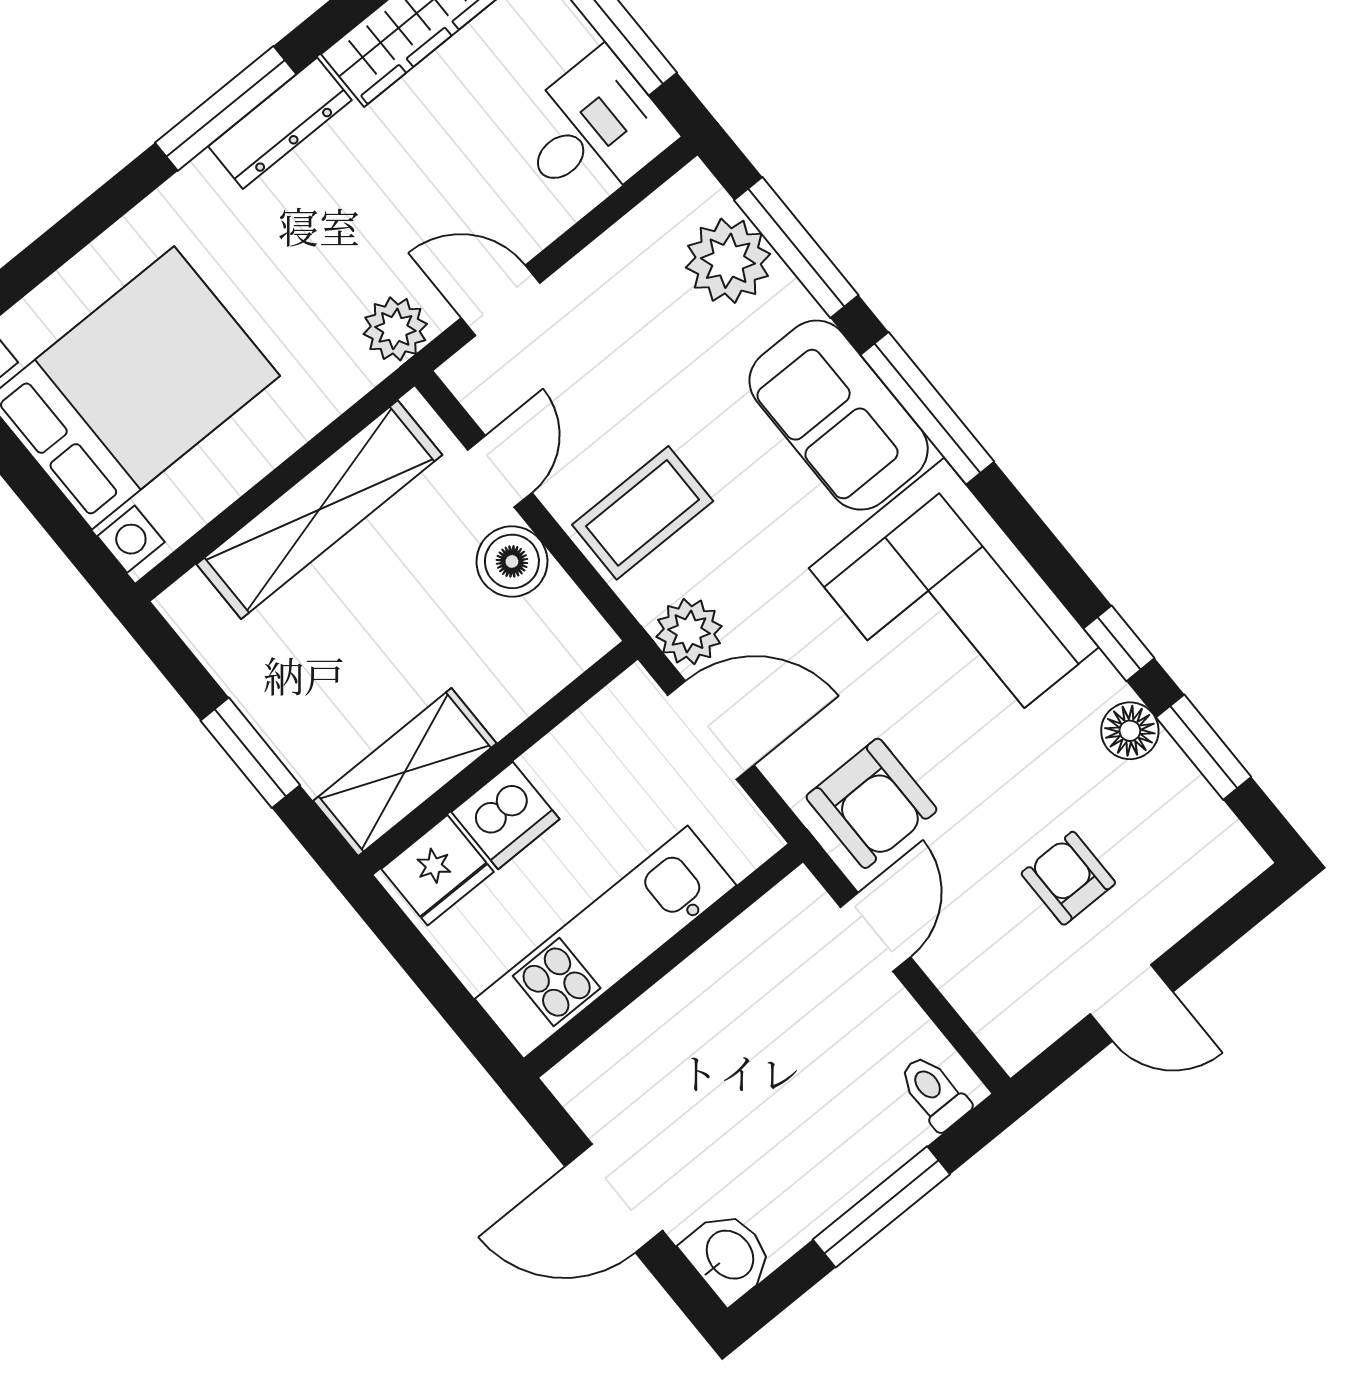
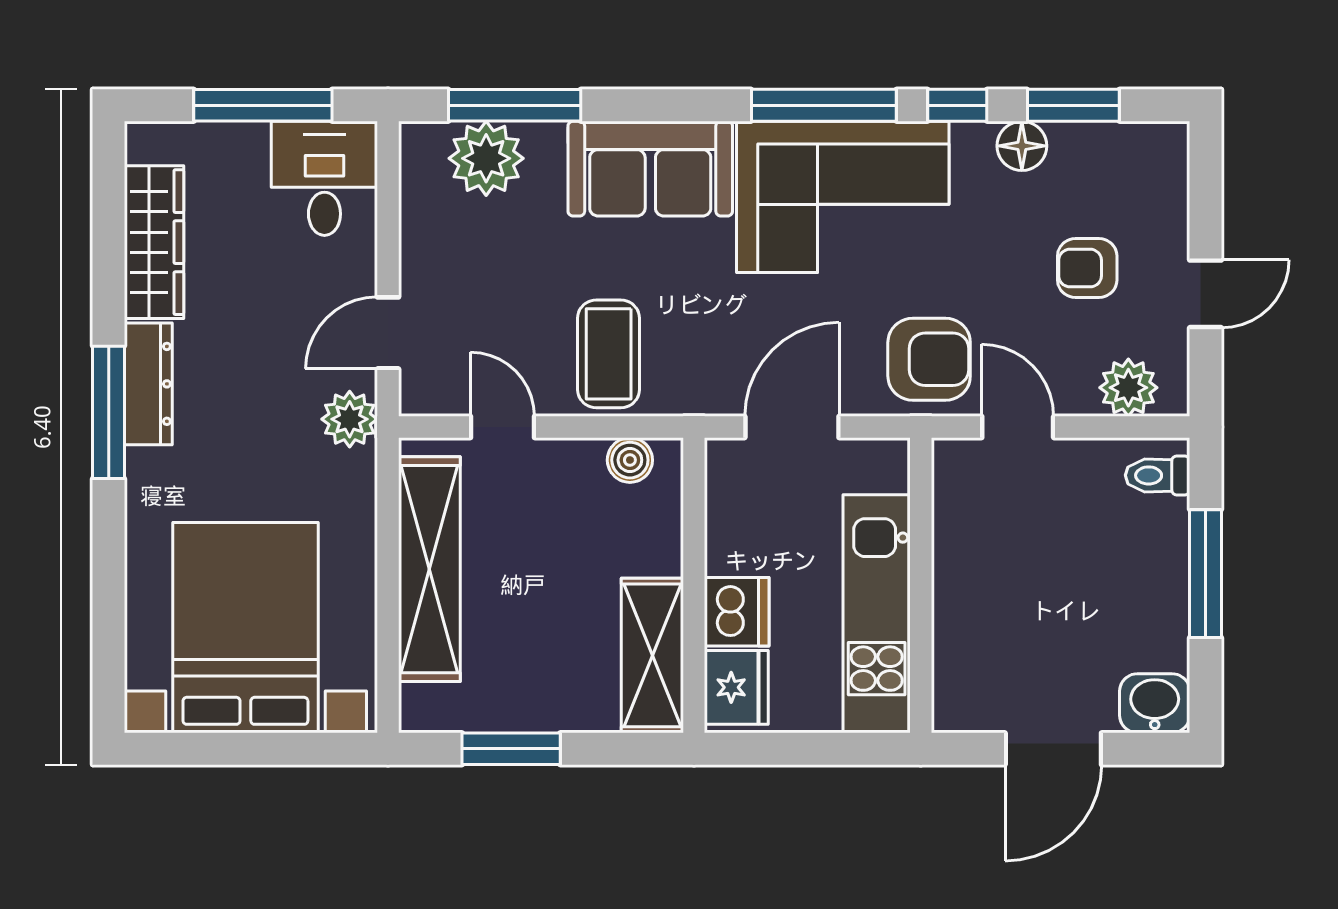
window: (927, 408) -> (824, 105), moved
boiler: (512, 561) -> (630, 460), moved, width x0.73, depth x0.73
plant: (689, 632) -> (1128, 388), moved
window: (250, 753) -> (511, 749), moved

